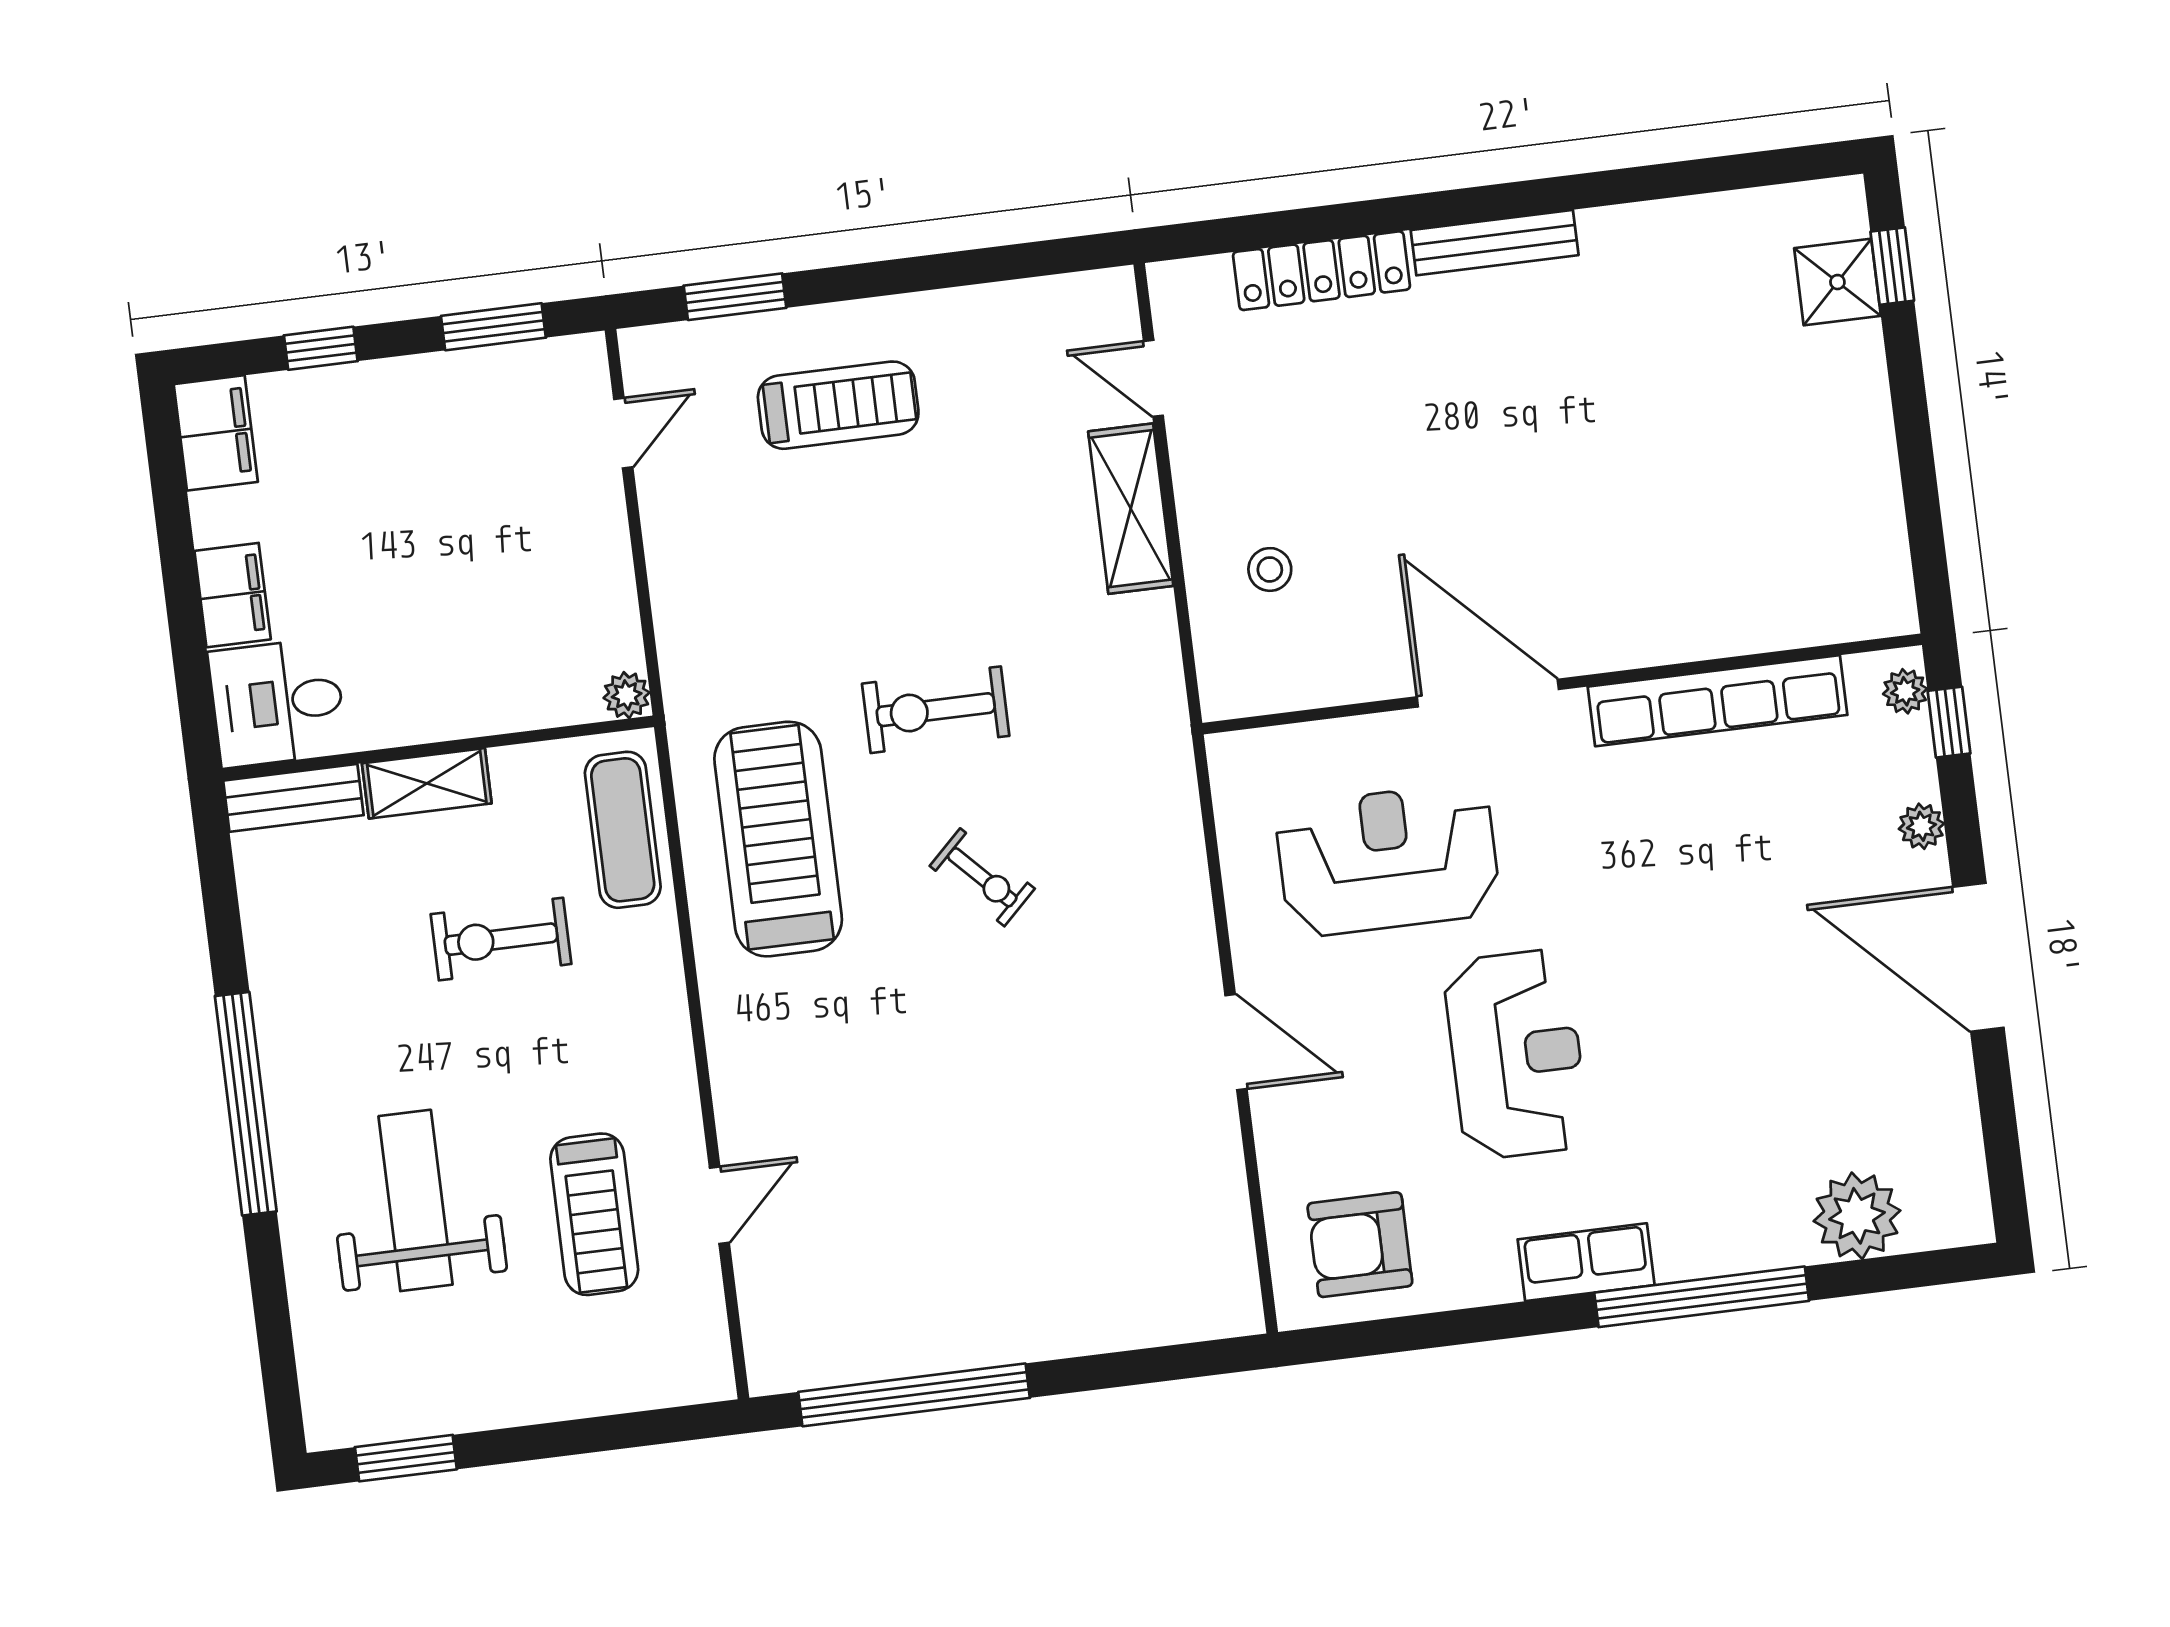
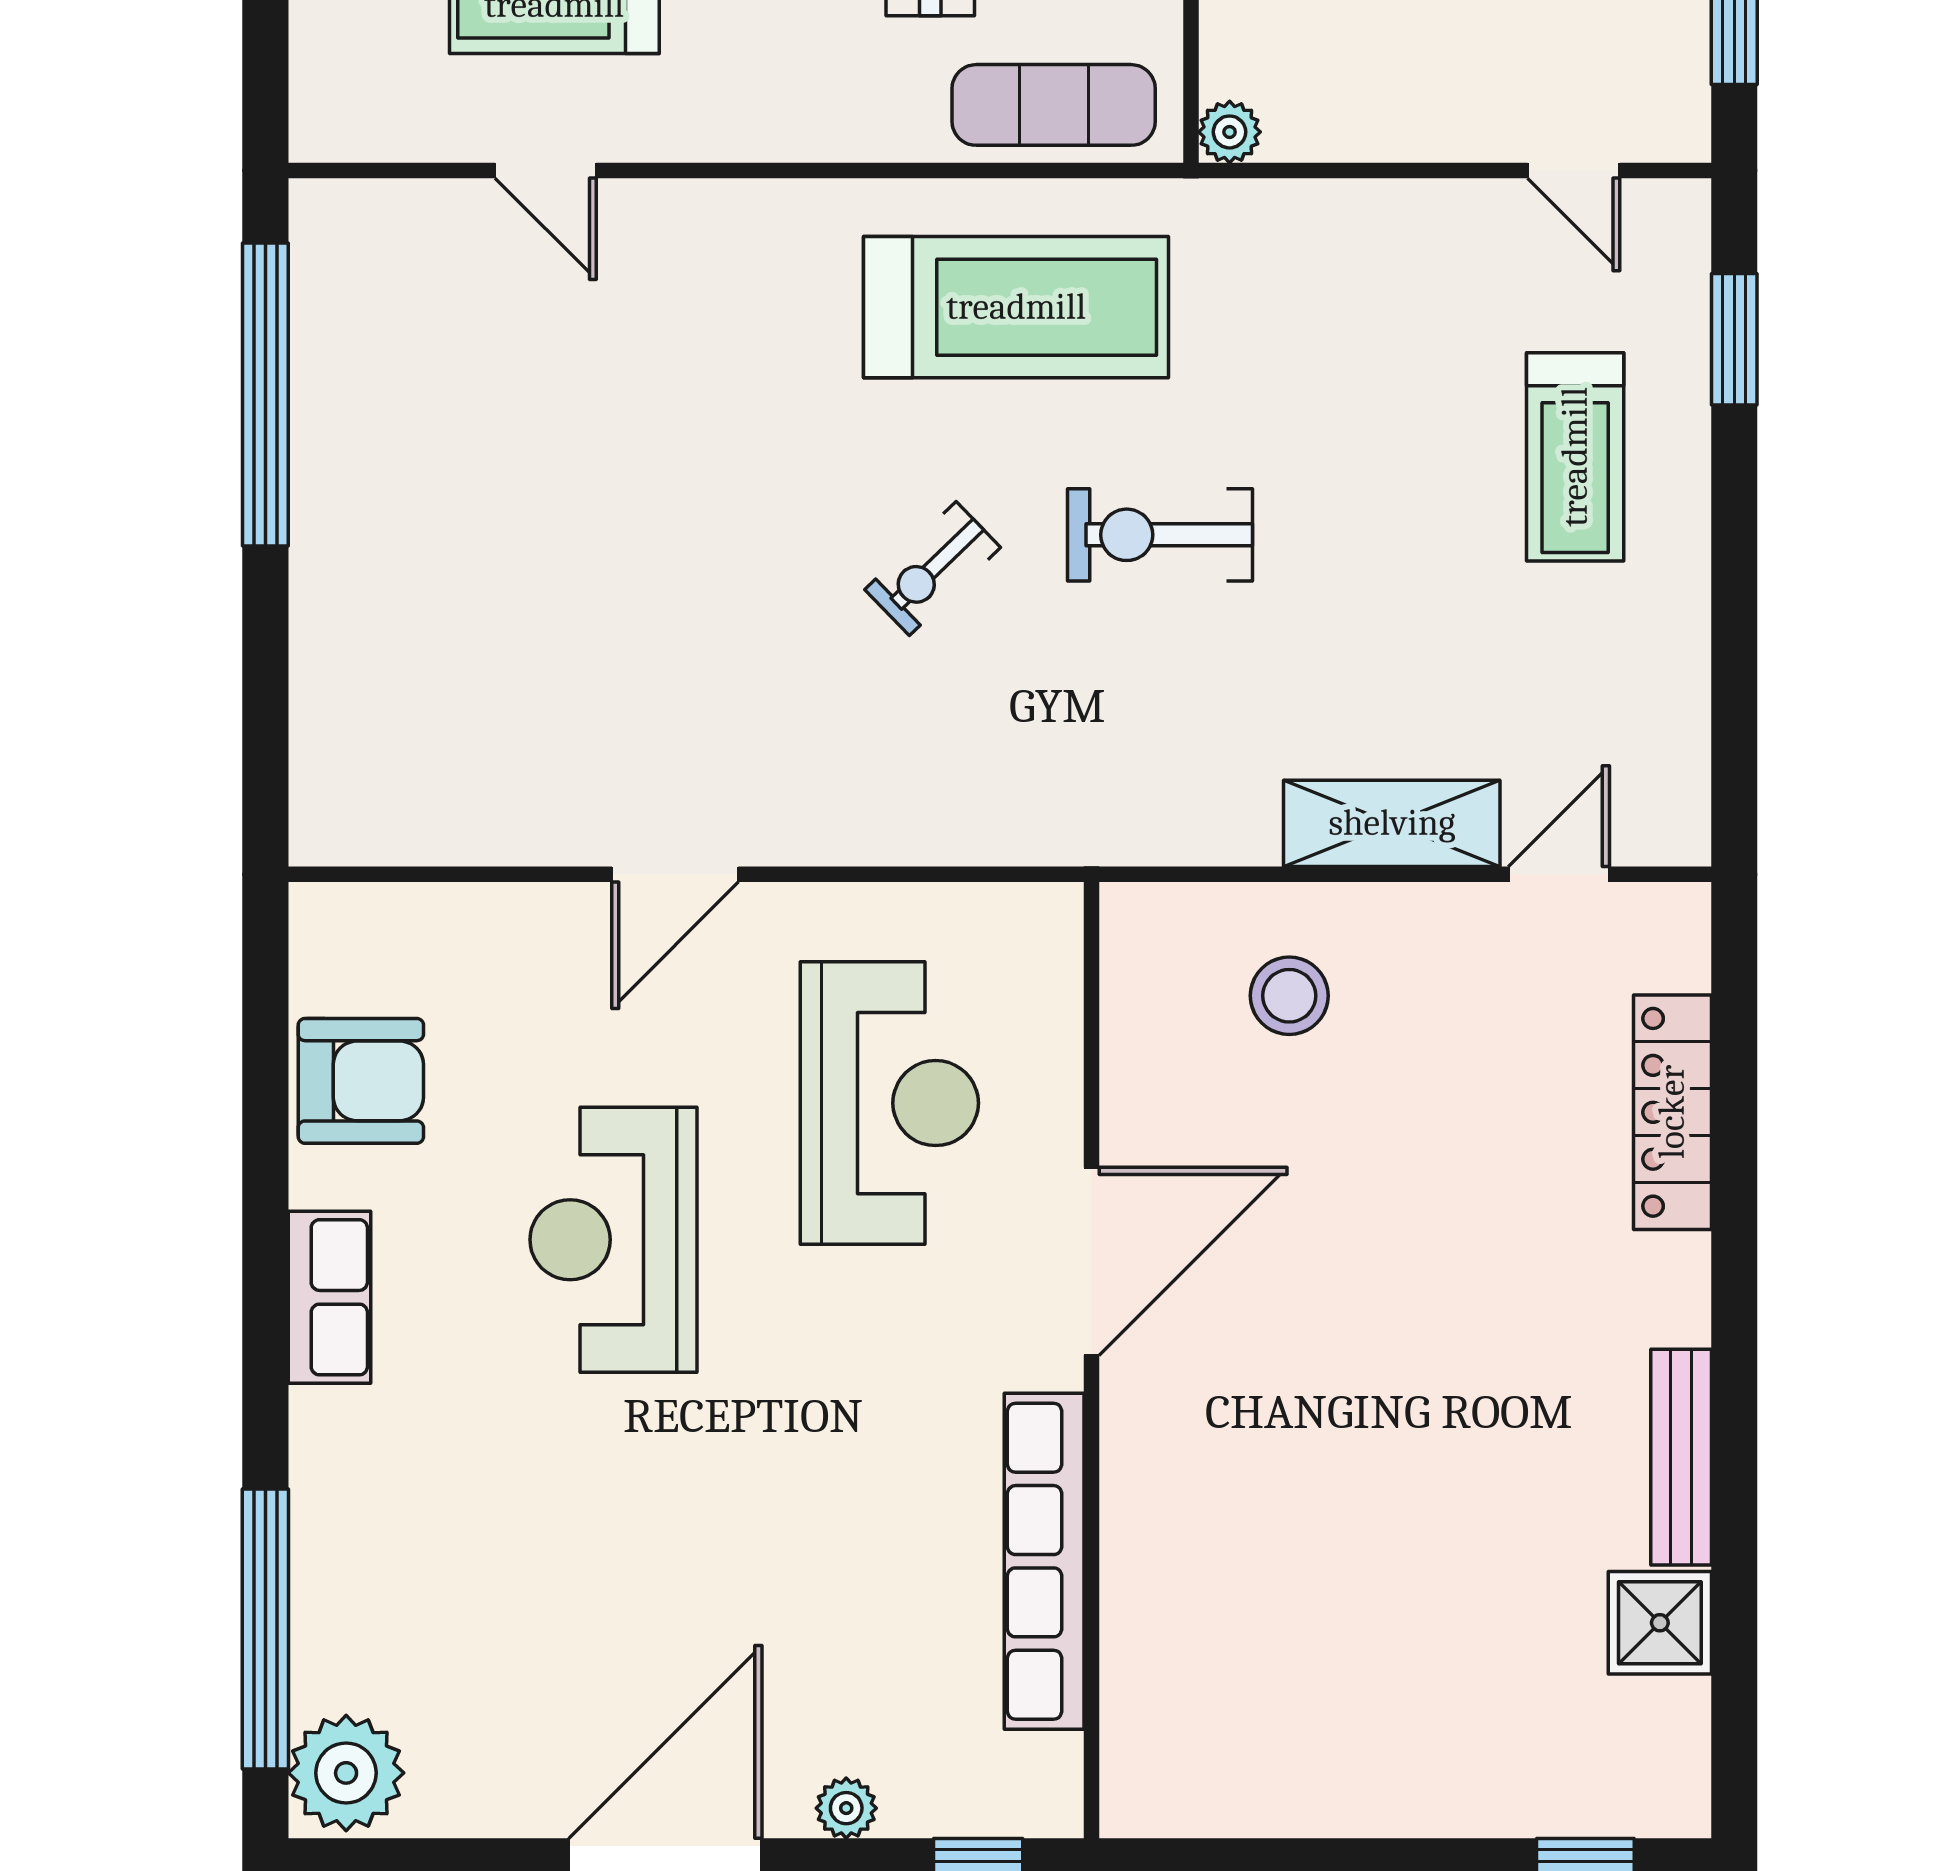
bench: (1495, 243) -> (1681, 1457), moved
shower: (1837, 282) -> (1660, 1623), moved
stool: (1270, 569) -> (1289, 996), width x1.37, depth x1.37
plant: (1905, 691) -> (1026, 1809), removed
exercise bike: (936, 710) -> (1160, 535), turned -90
reception desk: (1516, 1054) -> (613, 1240), turned 90
plant: (1857, 1216) -> (346, 1773), moved
armchair: (1360, 1245) -> (361, 1081), moved, turned 90
window: (1702, 1297) -> (265, 1629), moved

